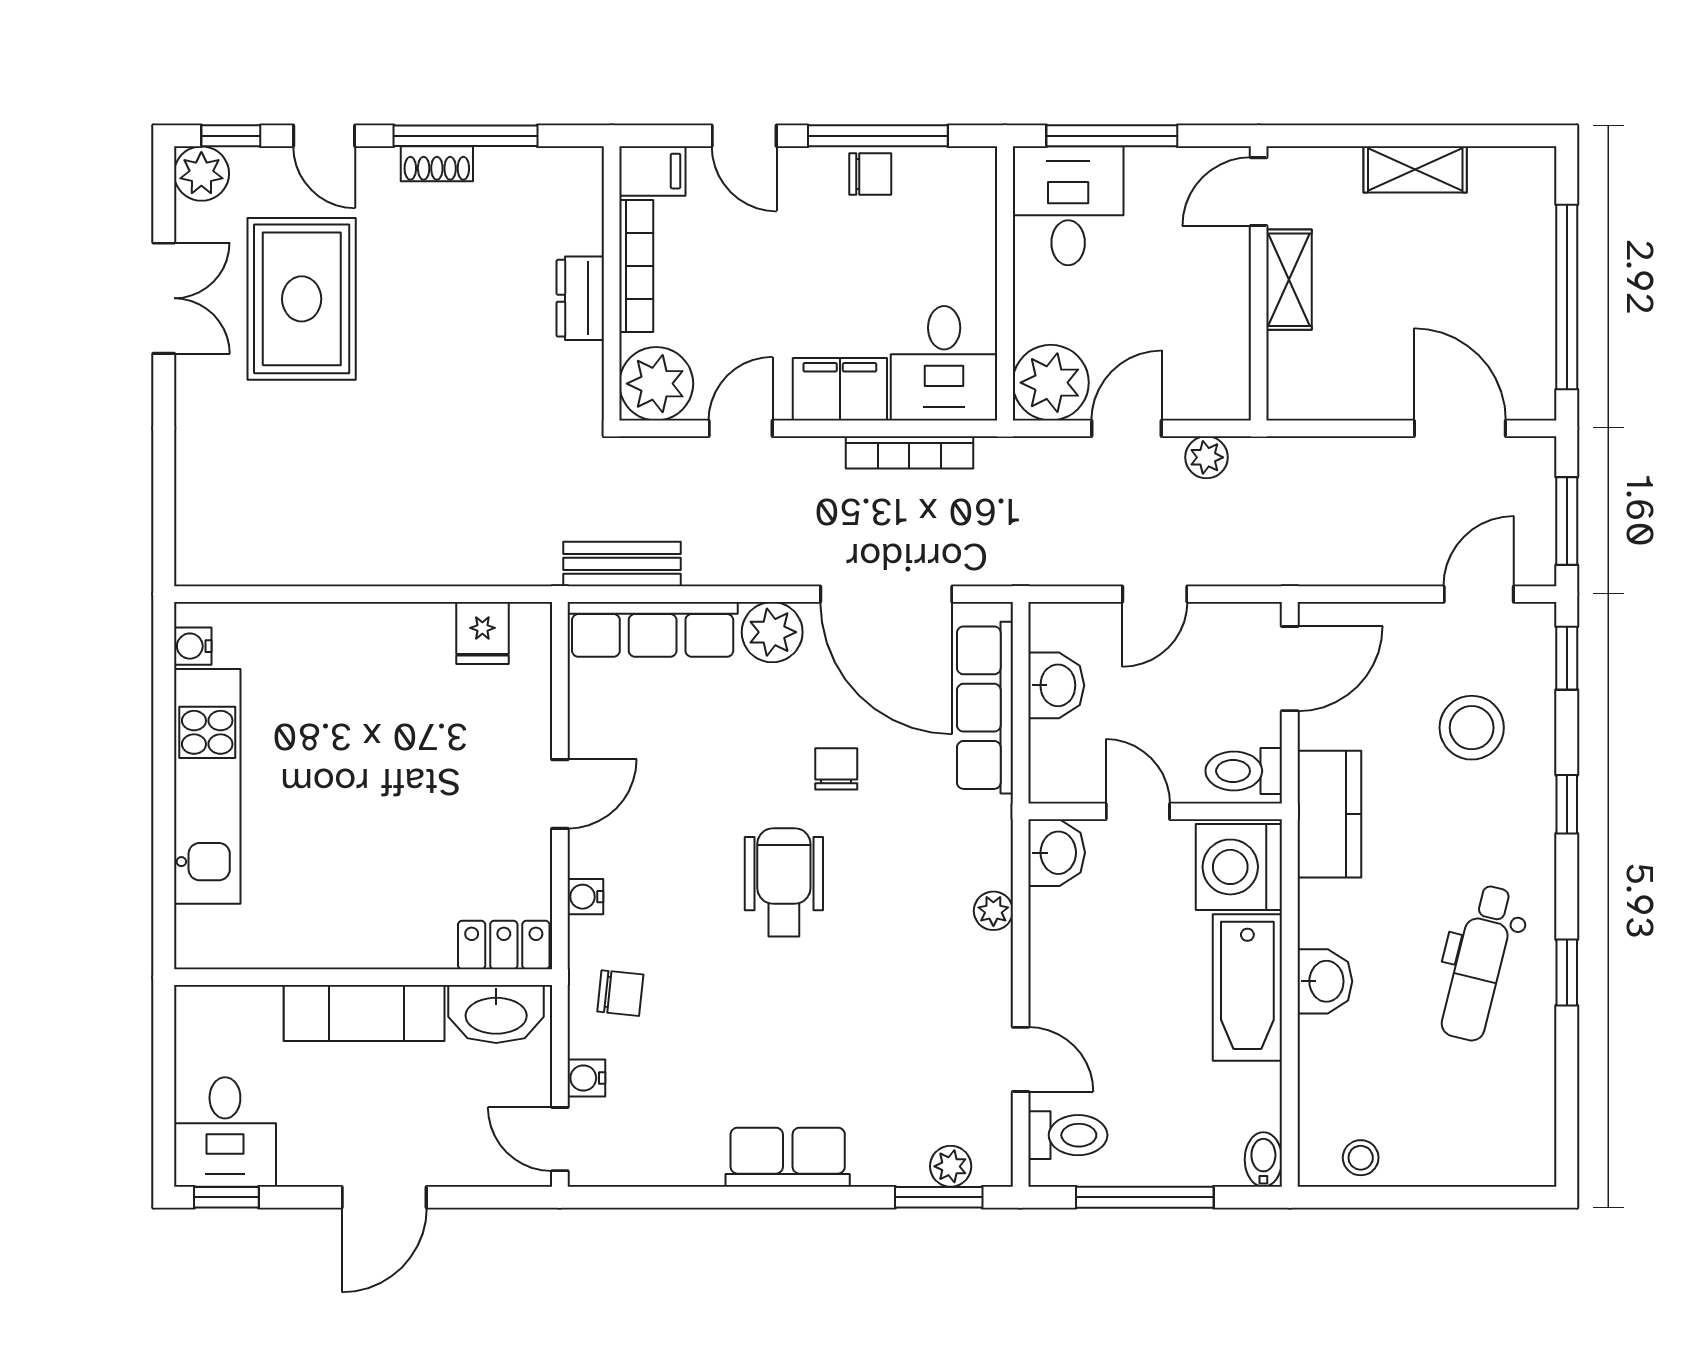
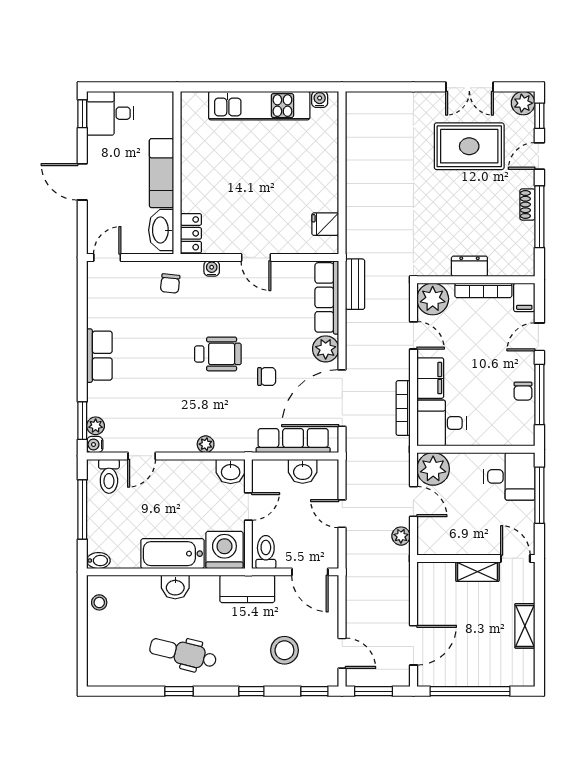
water cooler: (586, 1078) -> (95, 444), moved, turned -90

